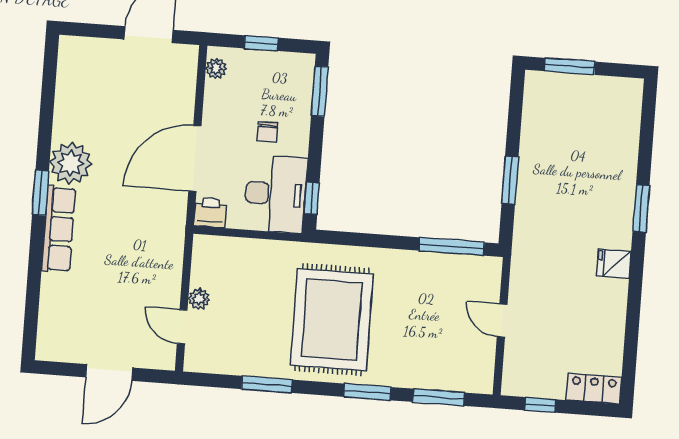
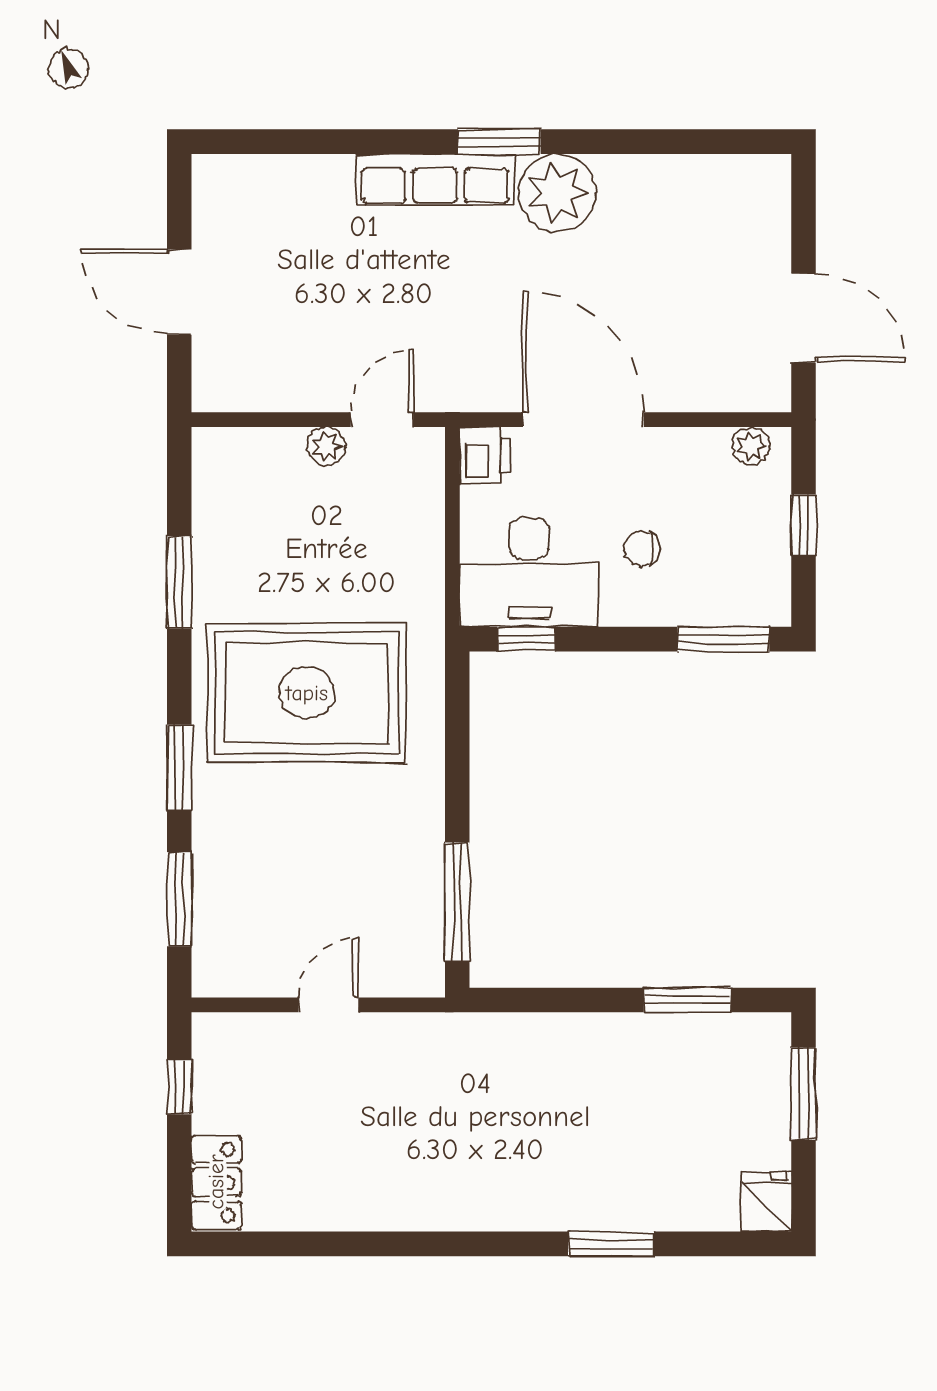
window: (510, 180) -> (687, 1000), moved
window: (641, 208) -> (611, 1244), moved
fridge: (614, 264) -> (766, 1202), moved
door: (182, 327) -> (382, 420), moved

